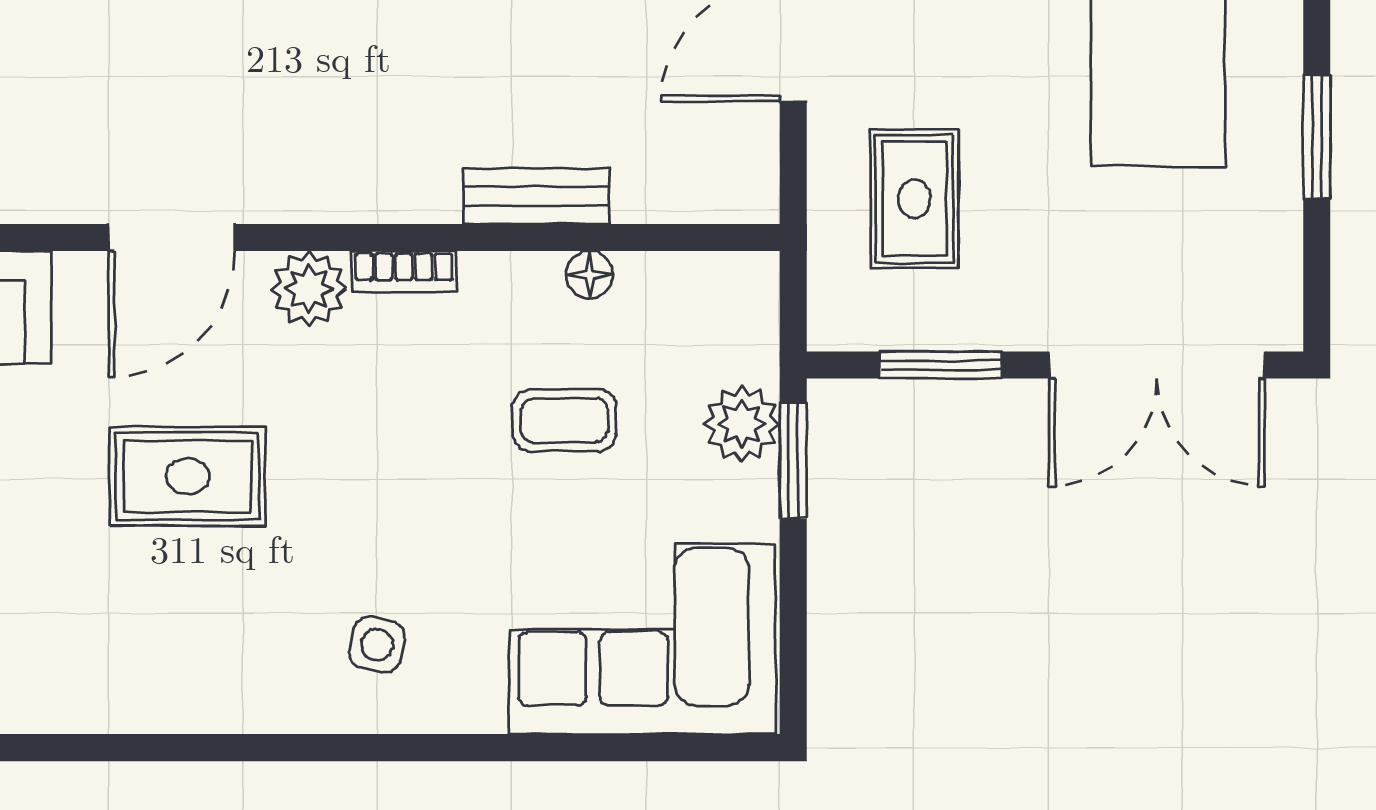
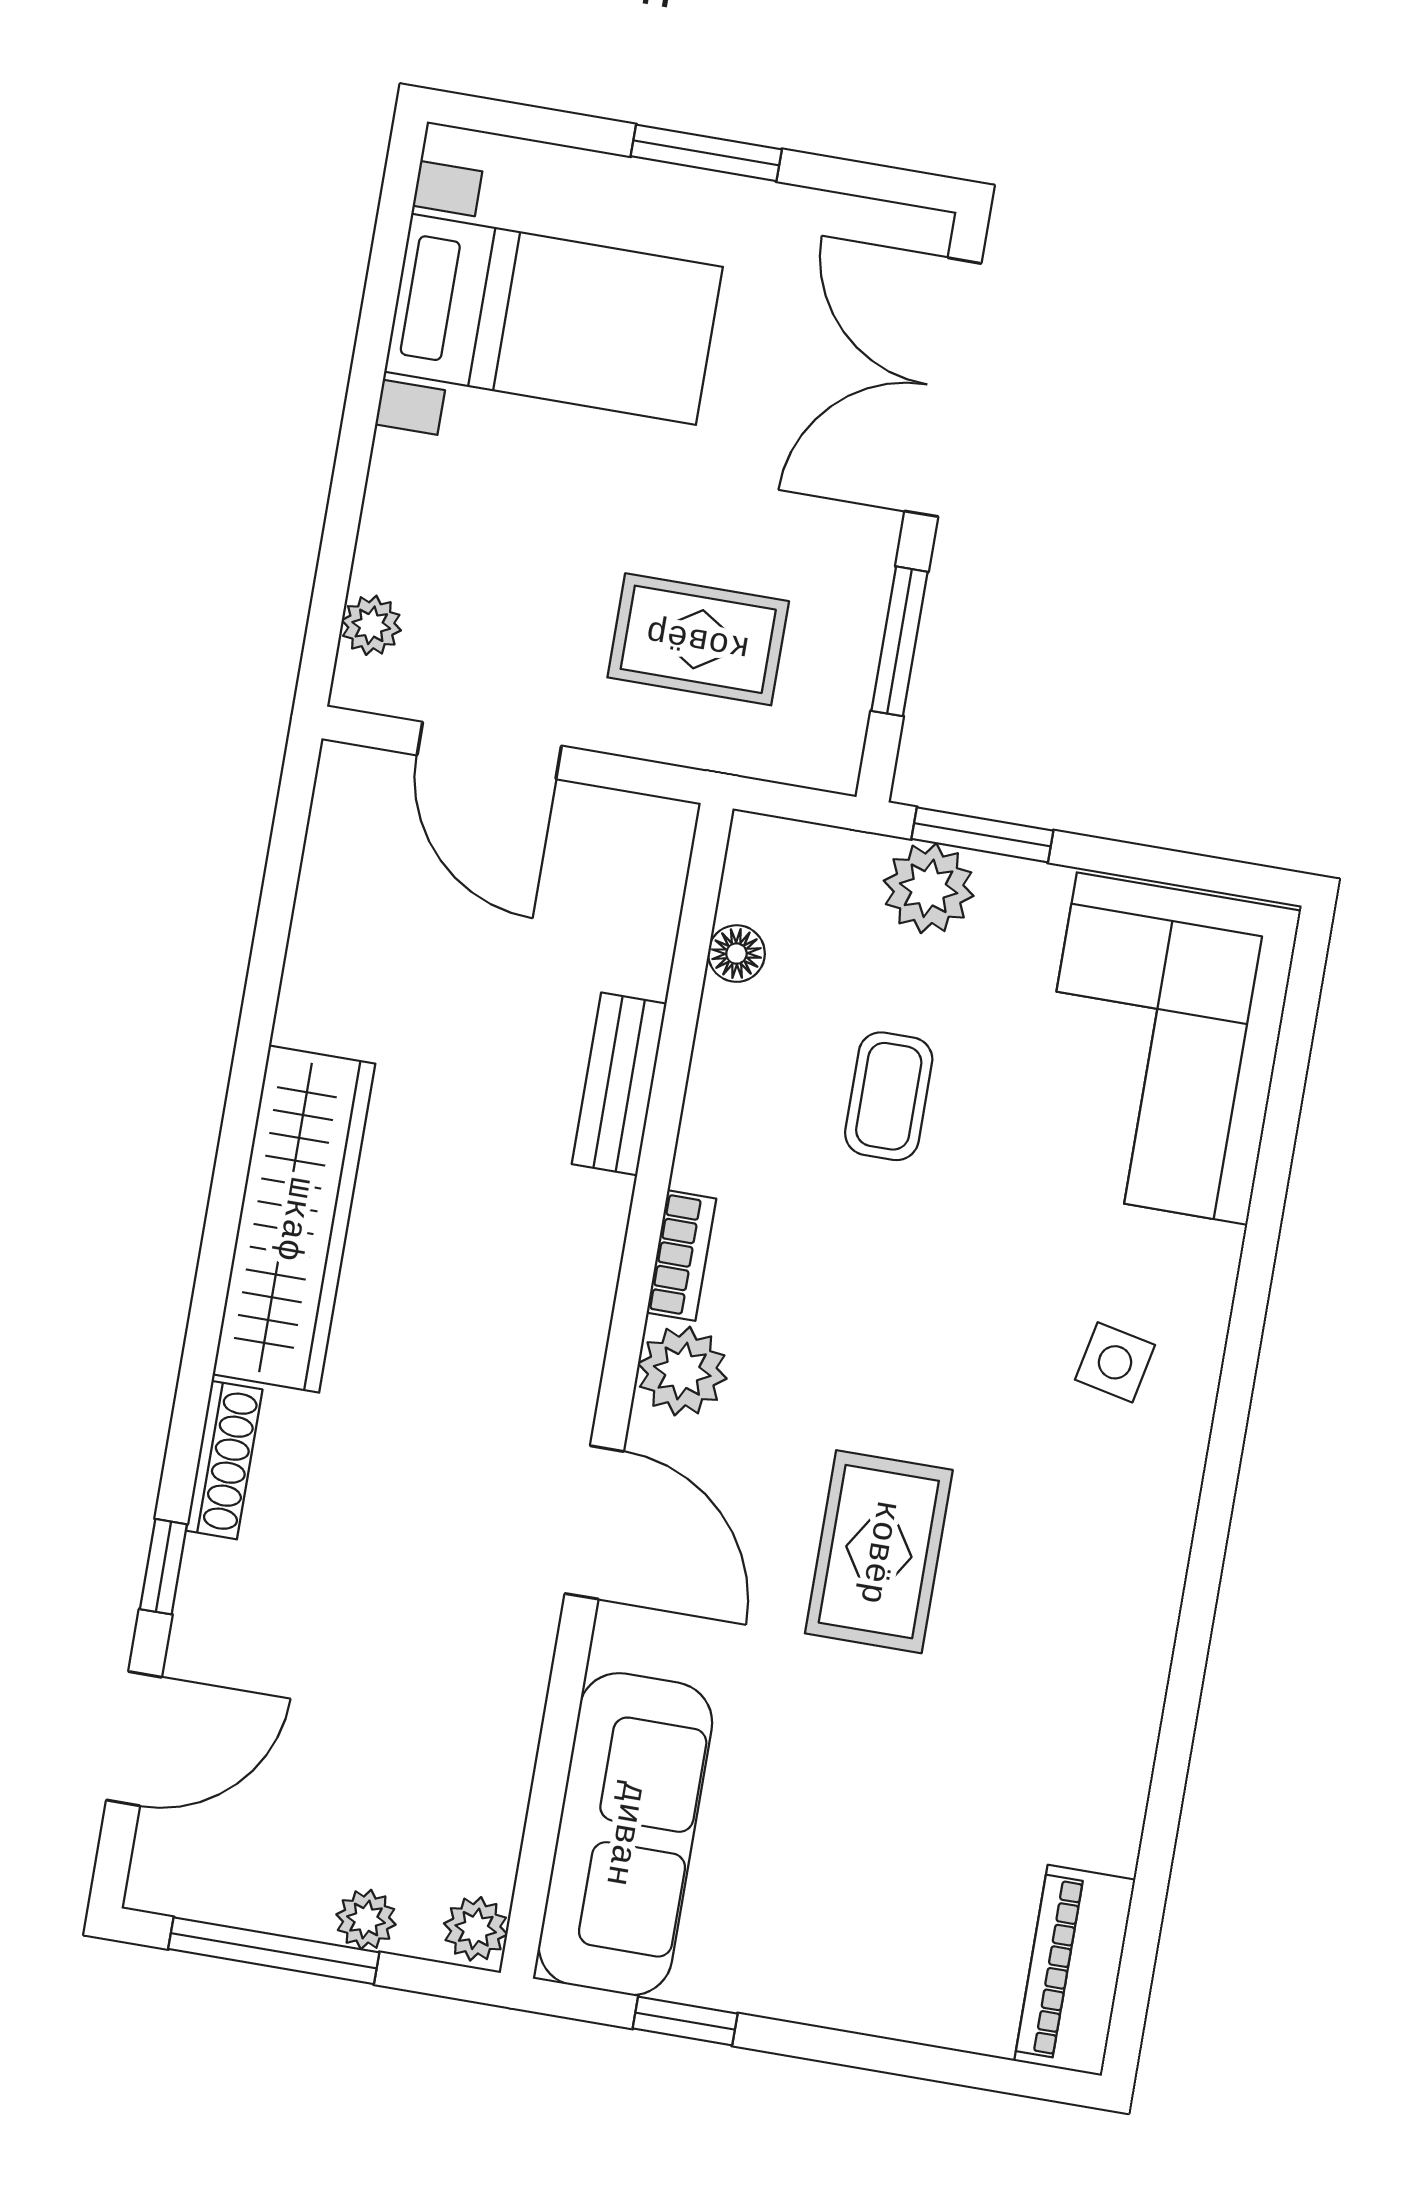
floor lamp: (590, 275) -> (736, 954), moved
double door: (1157, 365) -> (943, 387), swing flipped

